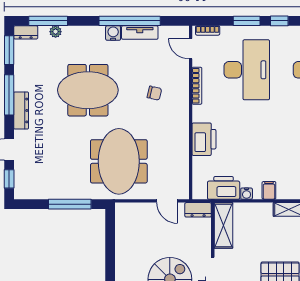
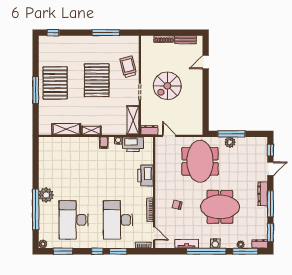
window: (130, 21) -> (206, 251), moved
water cooler: (113, 33) -> (215, 243), moved
plant: (72, 191) -> (230, 142), added

